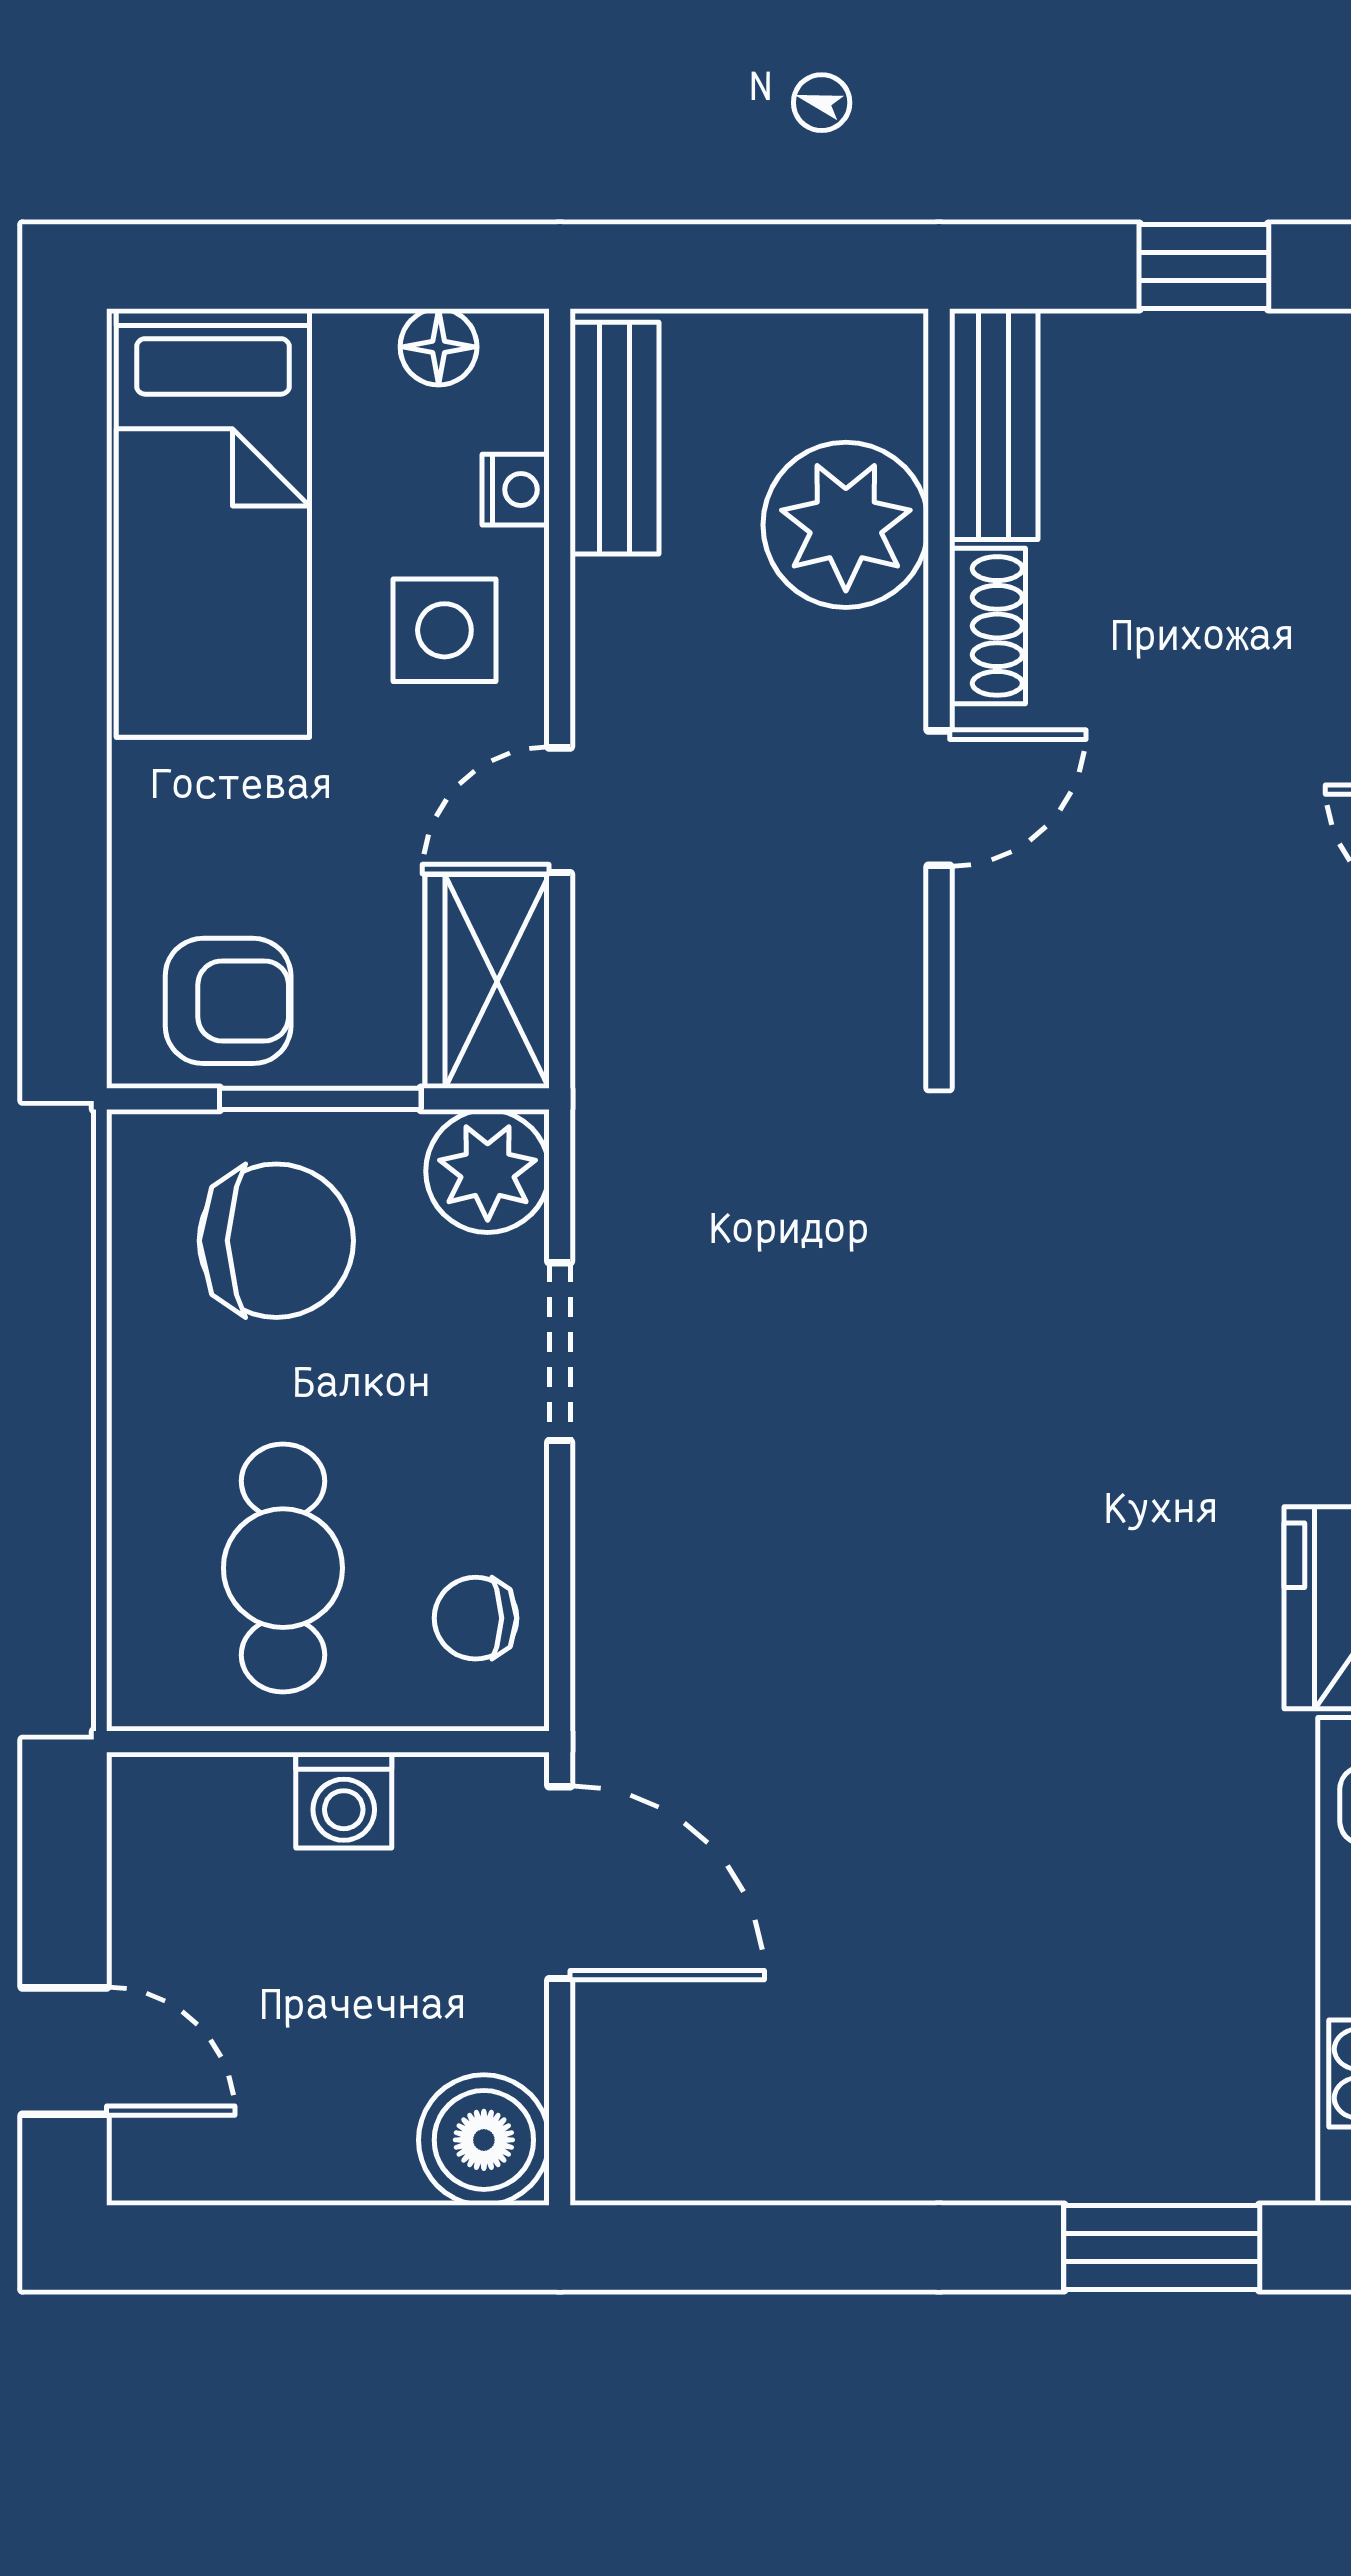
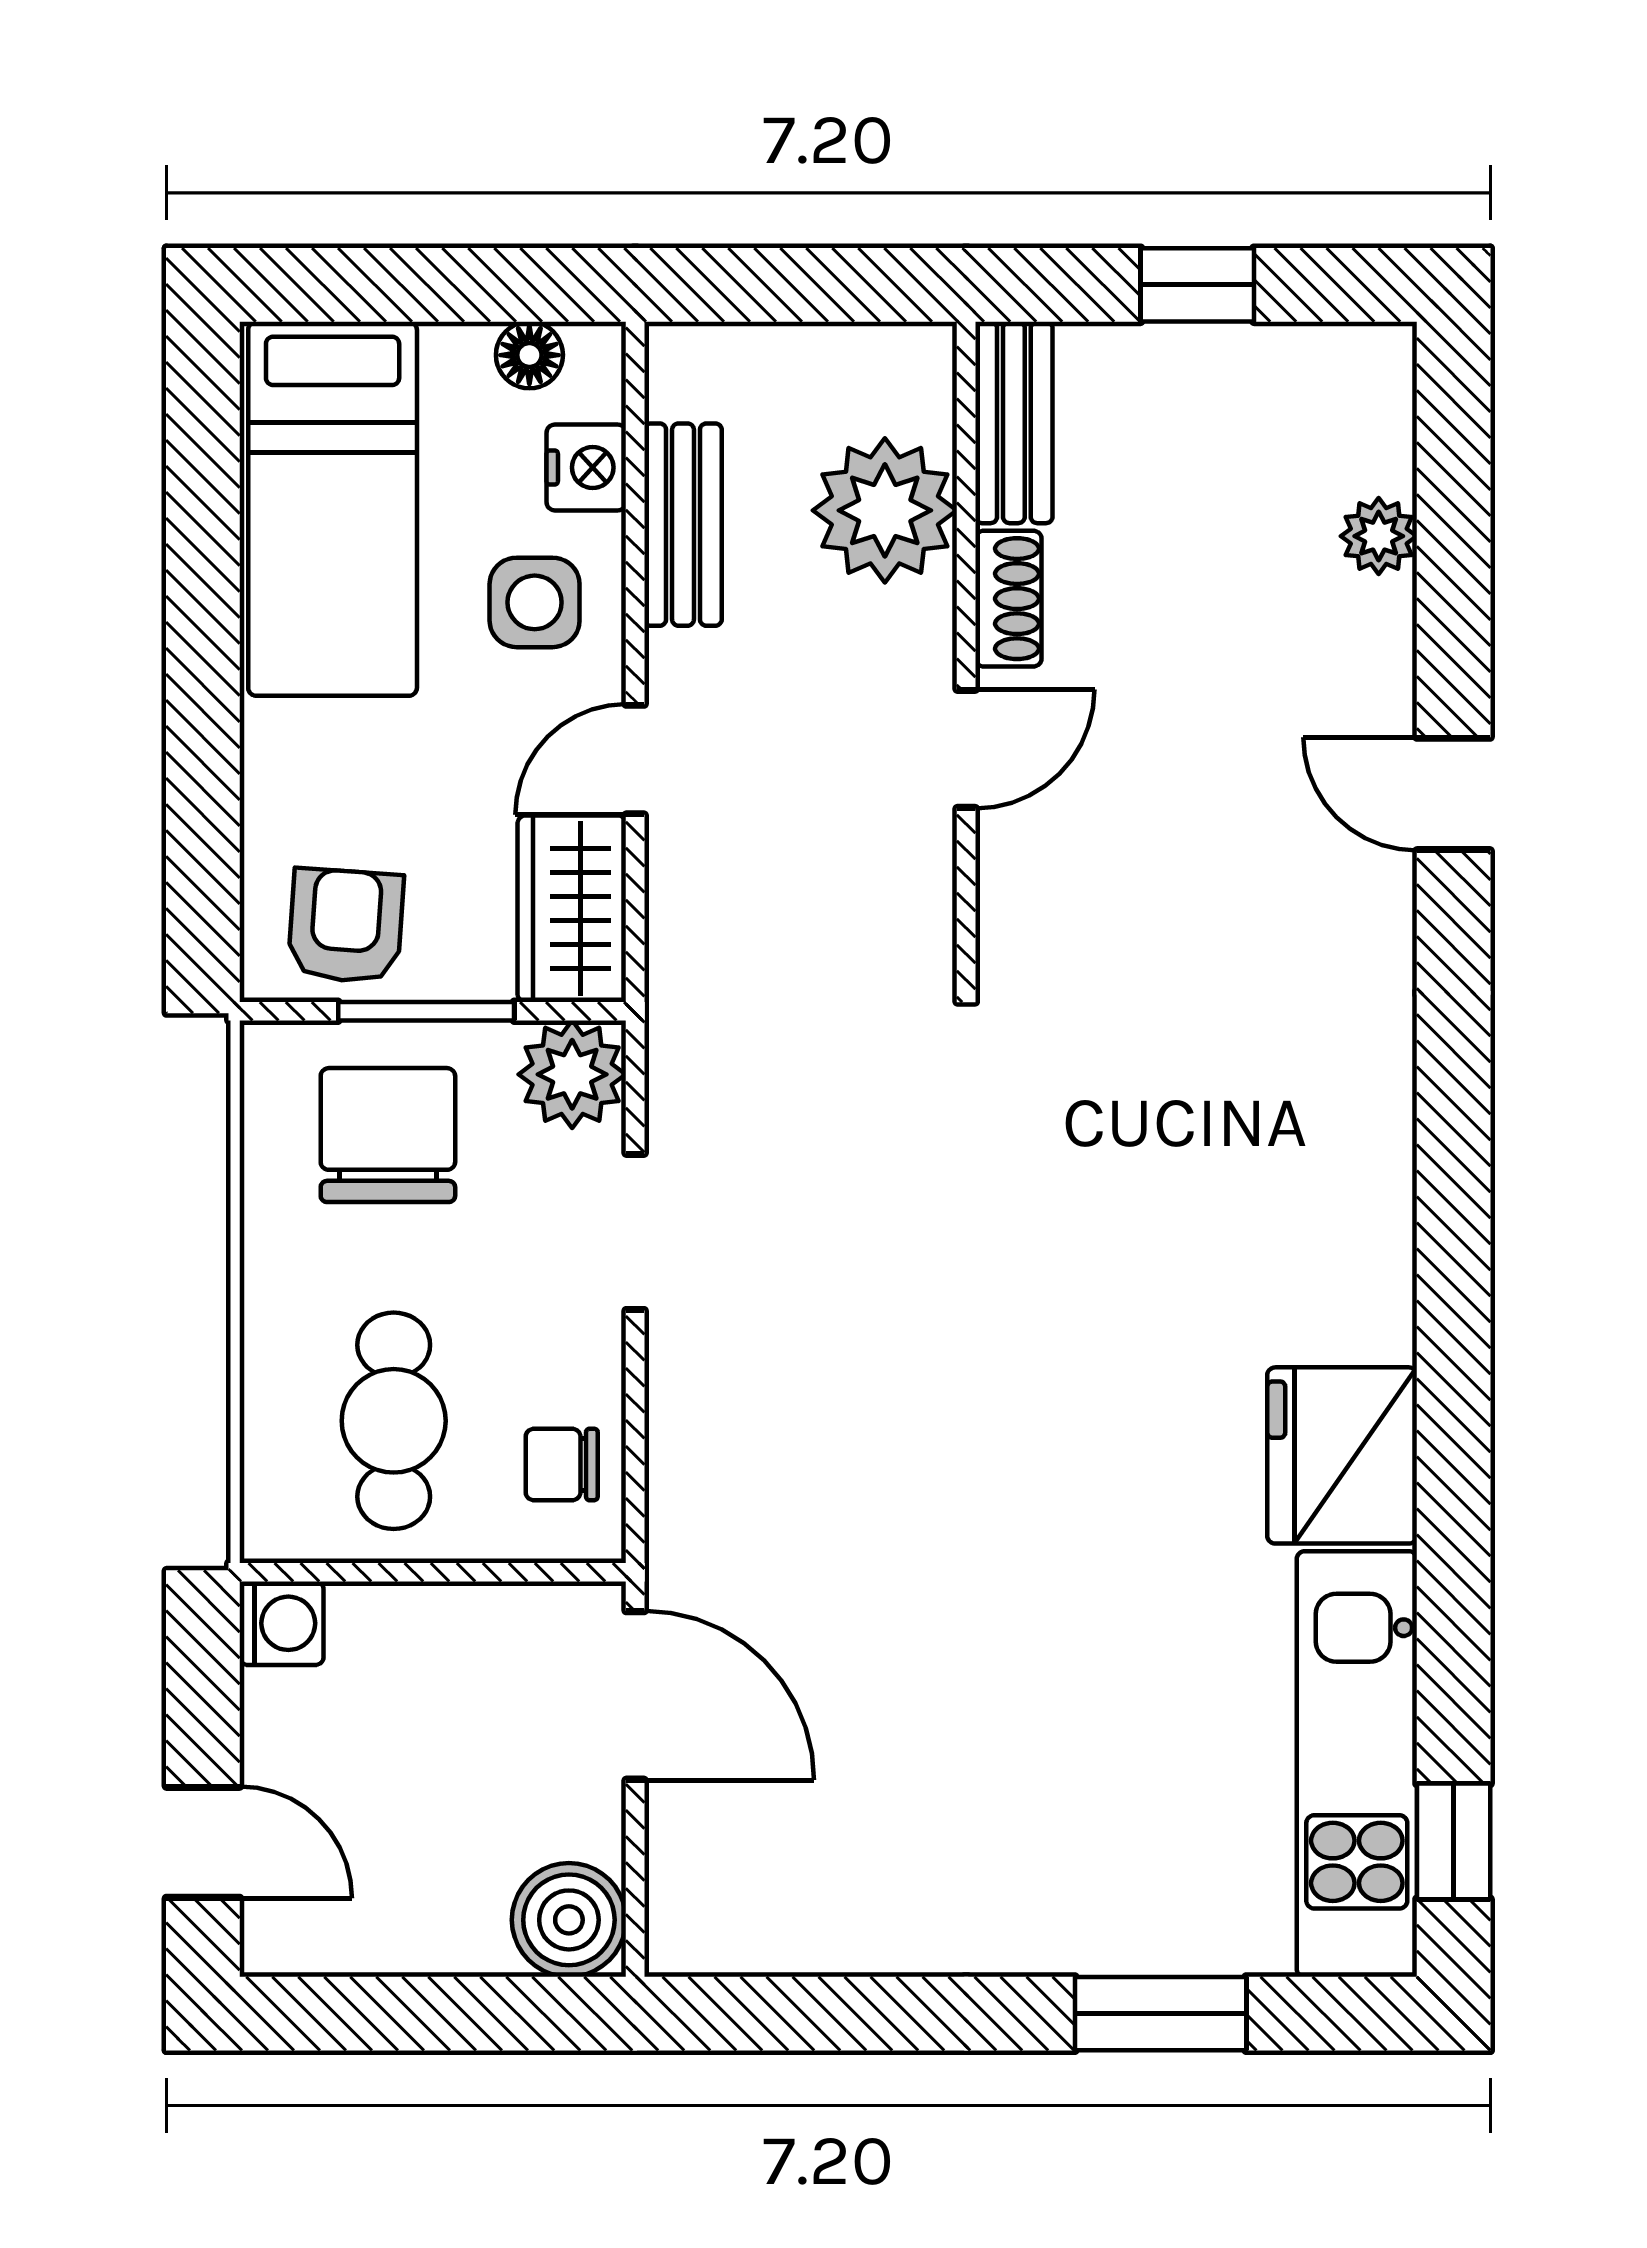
bench: (615, 438) -> (683, 525), moved
nightstand: (516, 490) -> (586, 467), width x1.39, depth x1.35
armchair: (228, 1001) -> (346, 926), turned -86
chair: (276, 1241) -> (388, 1135), turned -90
washing machine: (344, 1800) -> (282, 1623), moved, turned -90

